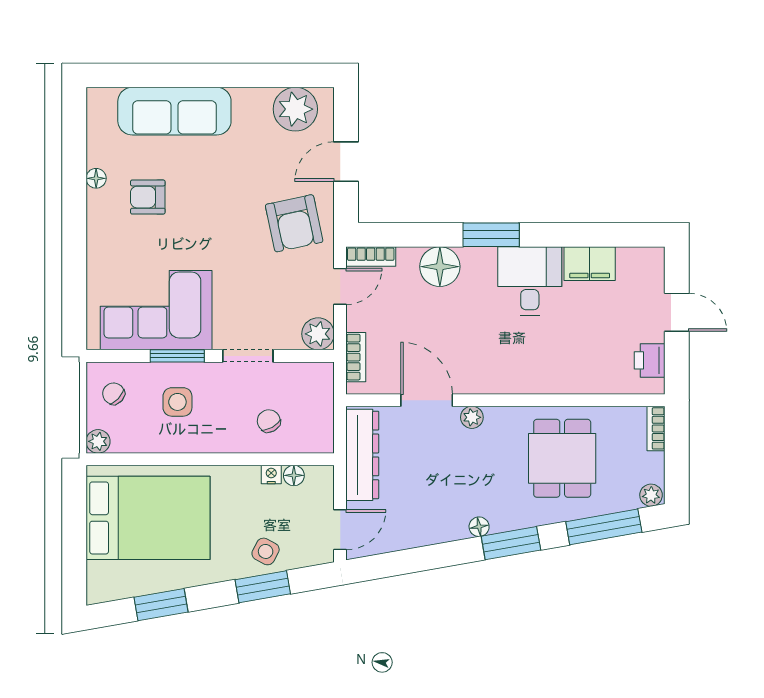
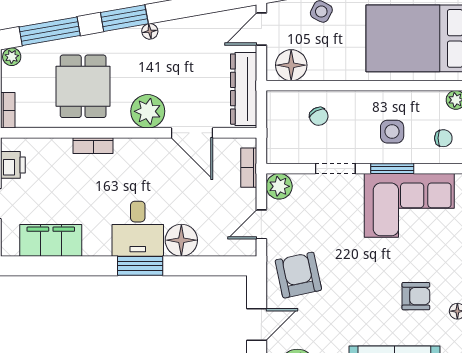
bookcase: (371, 257) -> (93, 146), moved, turned 180
filing cabinet: (590, 264) -> (51, 240), width x1.50, depth x1.17
desk: (530, 281) -> (138, 229), moved
chair: (114, 394) -> (443, 138), turned -42
plant: (472, 417) -> (148, 111), width x1.88, depth x1.88
nightstand: (271, 475) -> (317, 73), removed
floor lamp: (294, 475) -> (291, 65), width x1.89, depth x1.89

